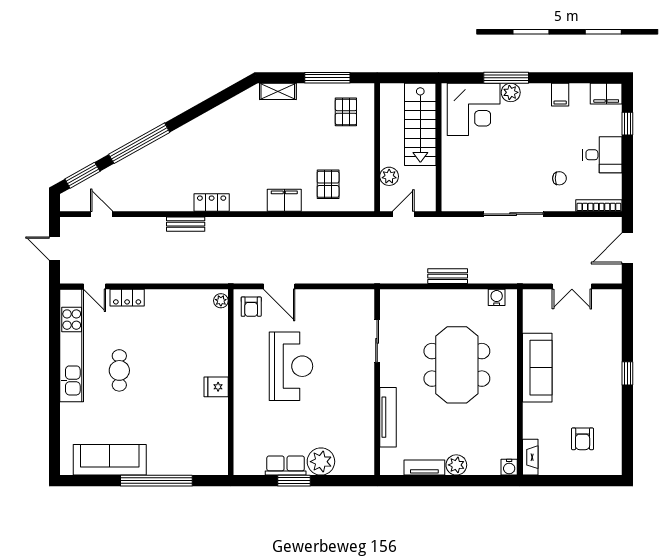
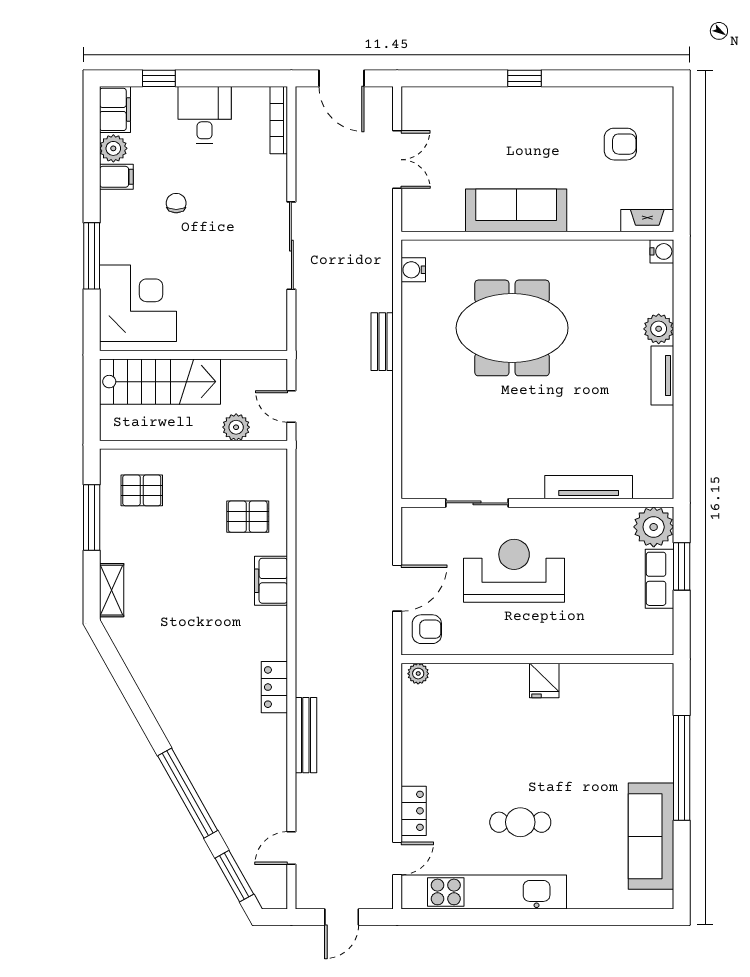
plant: (511, 92) -> (113, 148), moved
chair: (559, 178) -> (176, 203), moved
bench: (186, 224) -> (306, 735), width x1.36
sliding door: (377, 341) -> (477, 503), moved
wall: (377, 382) -> (537, 503), moved
tv unit: (388, 417) -> (589, 487), moved

